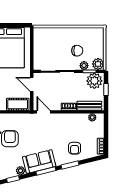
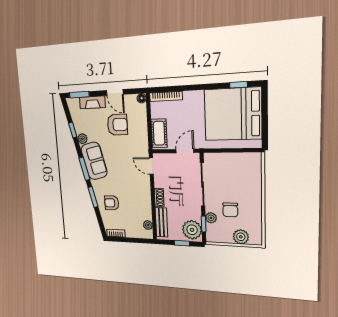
plant: (98, 64) -> (241, 237), moved
door: (44, 112) -> (151, 166), swing flipped

